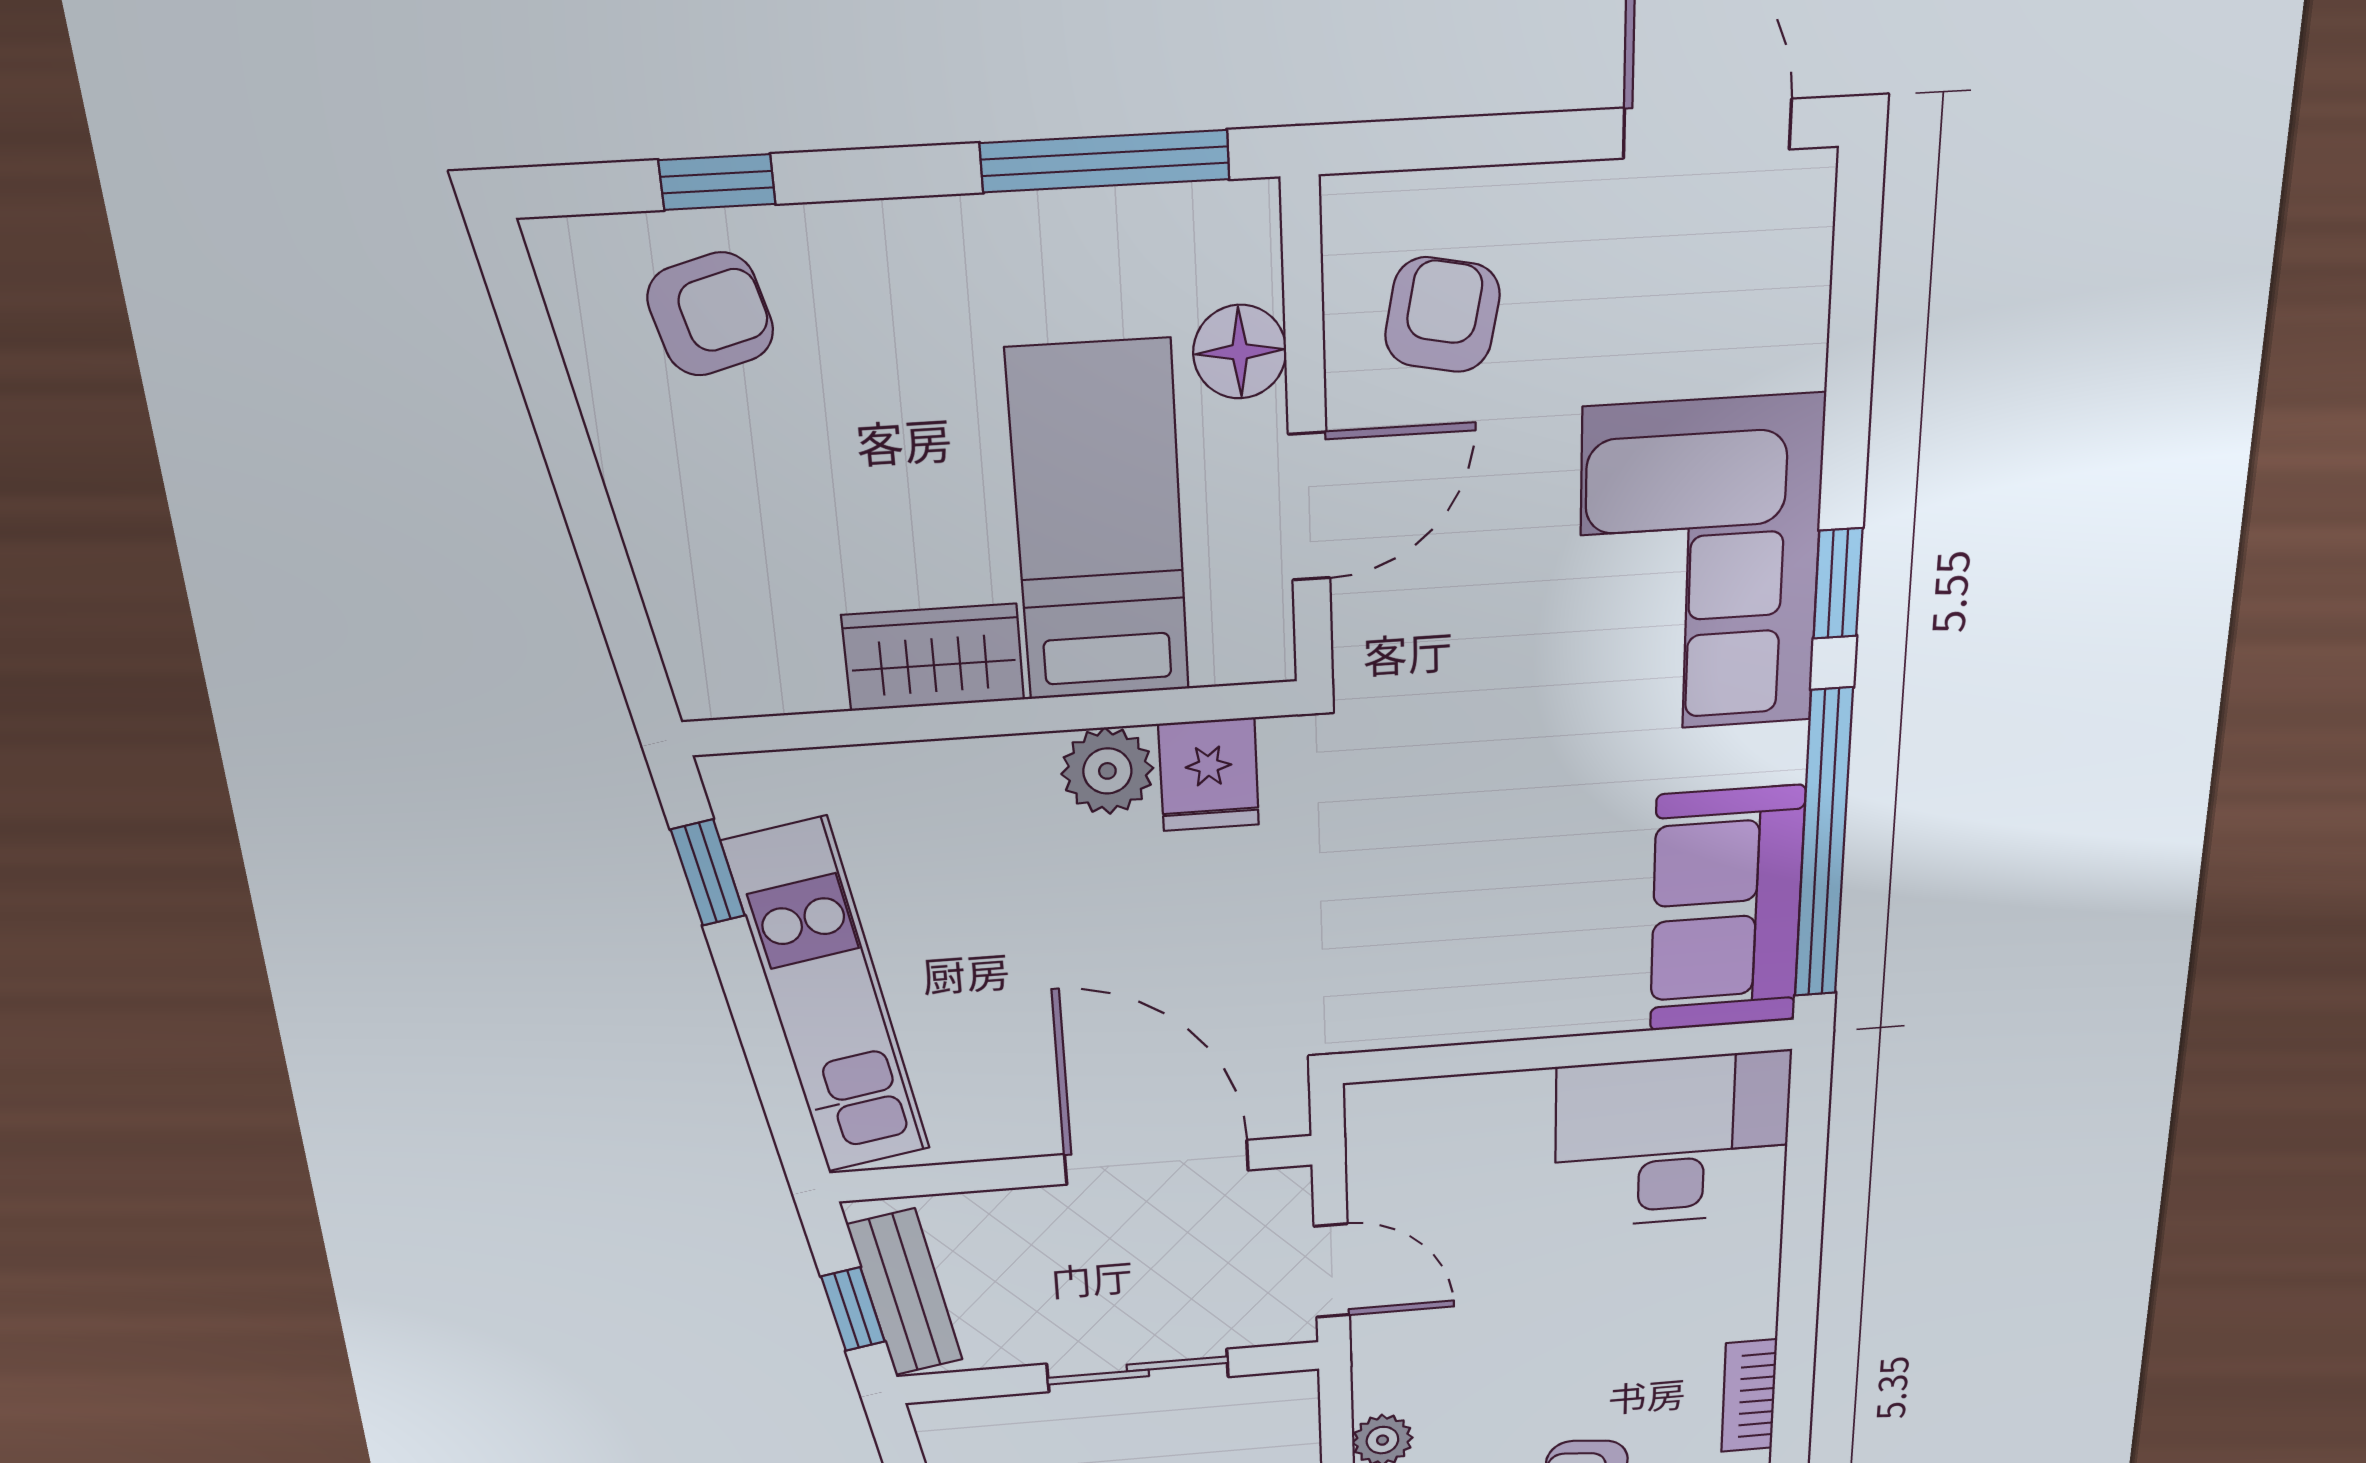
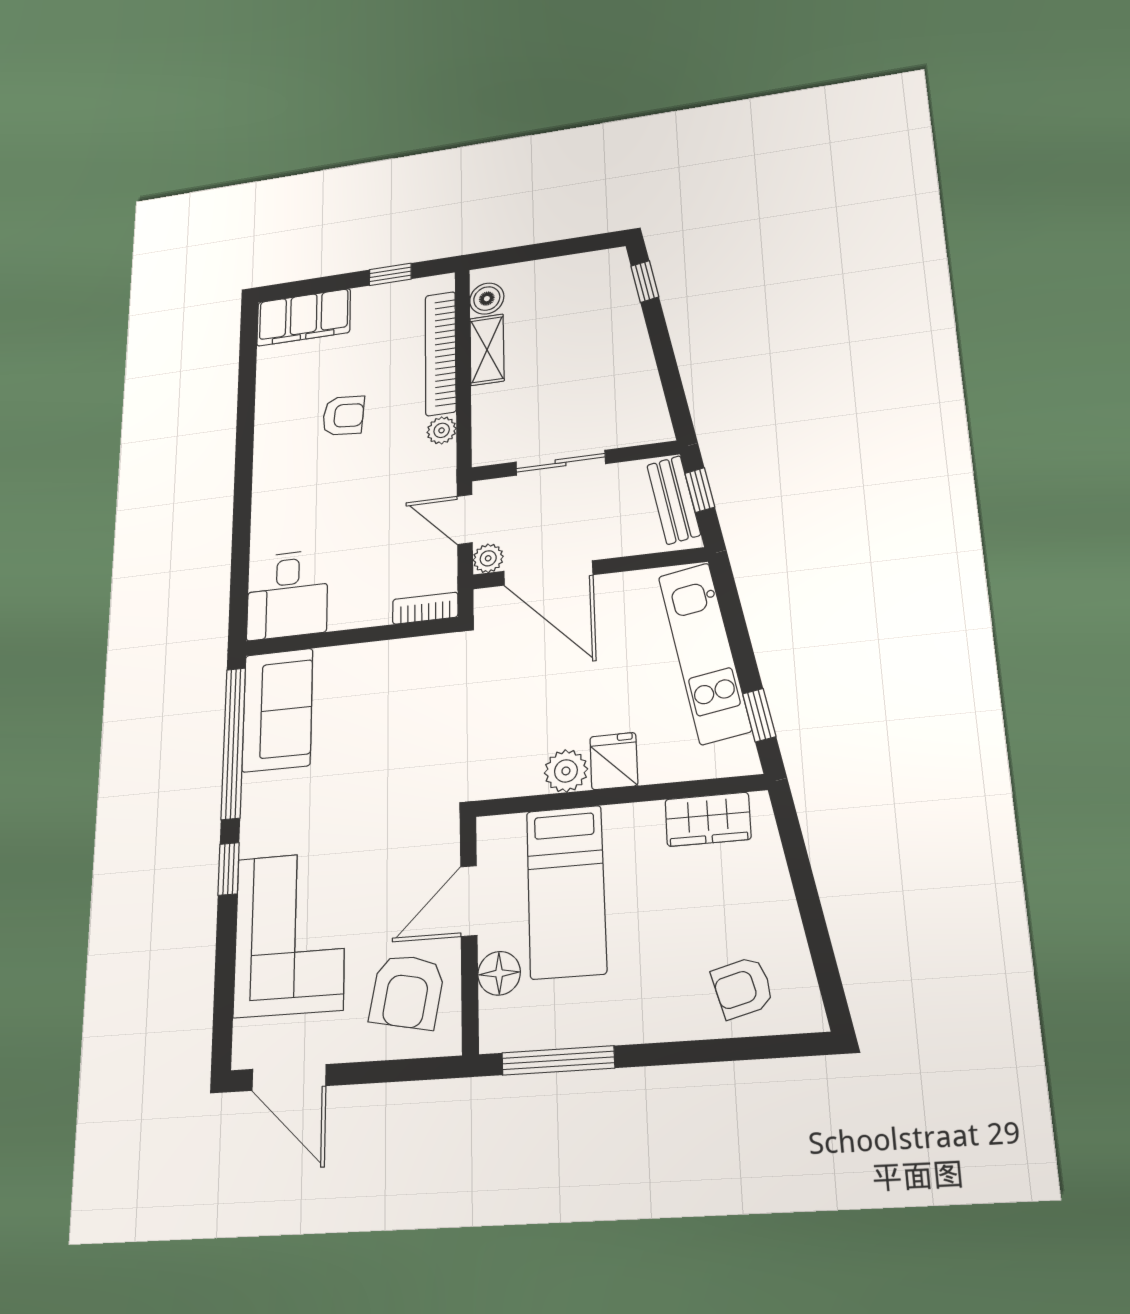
window: (717, 182) -> (736, 1049), removed
armchair: (1442, 315) -> (407, 992), width x1.38, depth x1.38
corner sofa: (1699, 567) -> (290, 934), moved
wardrobe: (933, 658) -> (708, 819), moved
fridge: (1209, 775) -> (614, 761), moved
desk: (1672, 1140) -> (287, 595), width x0.73
plant: (1282, 1195) -> (488, 558), added
bookcase: (1749, 1396) -> (425, 608), moved, turned -90

